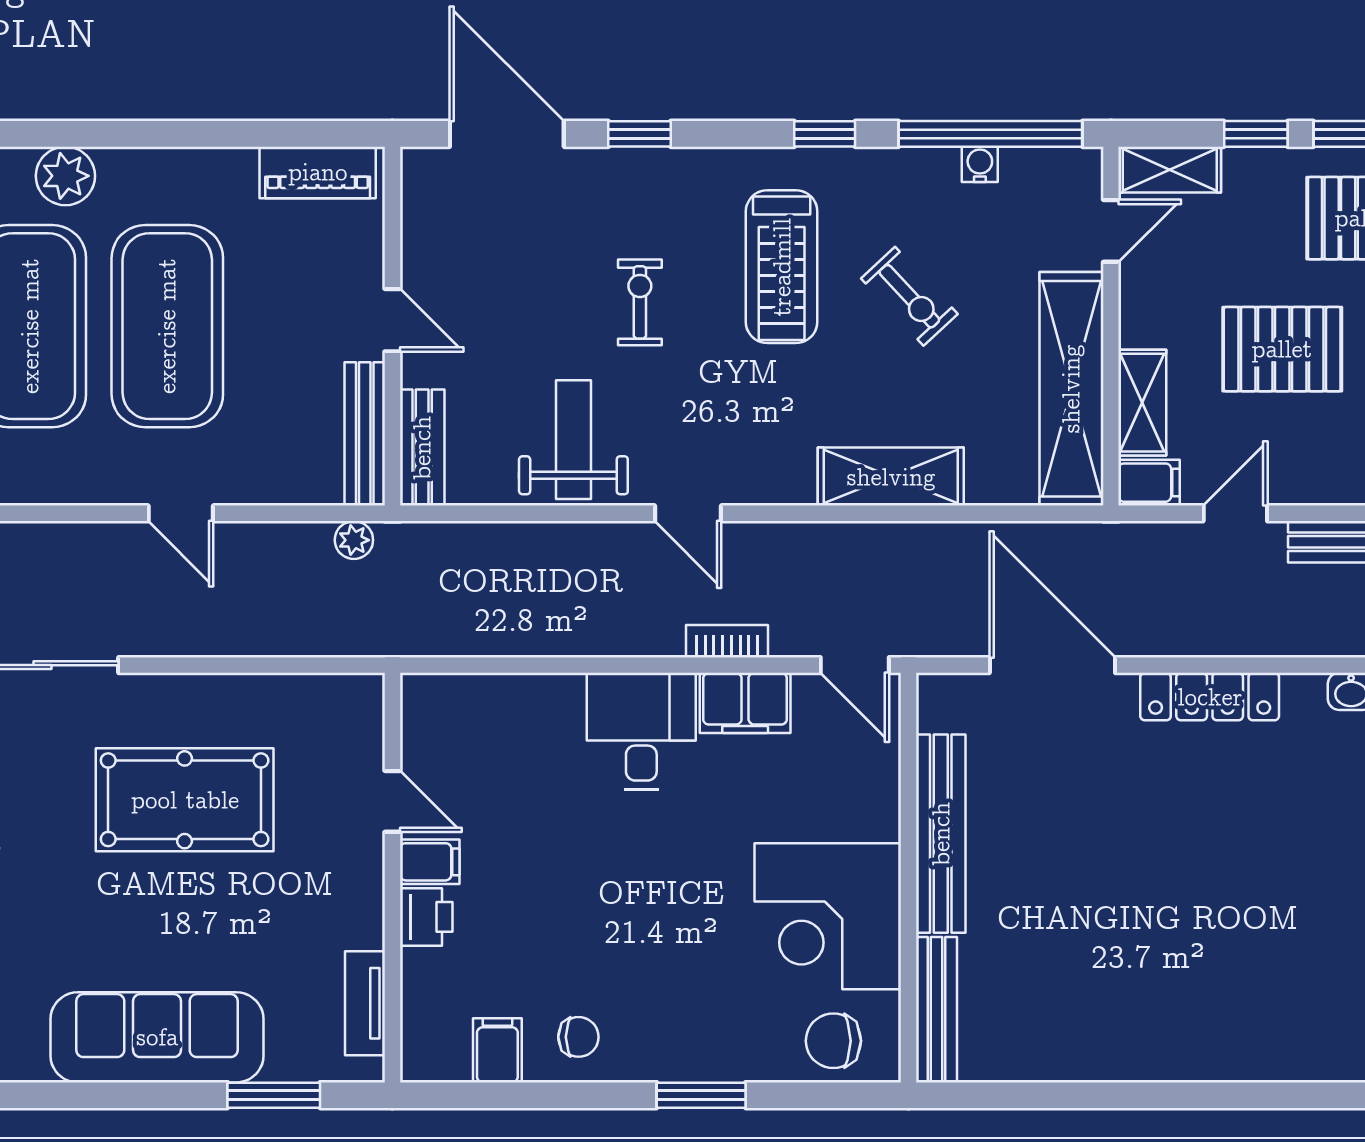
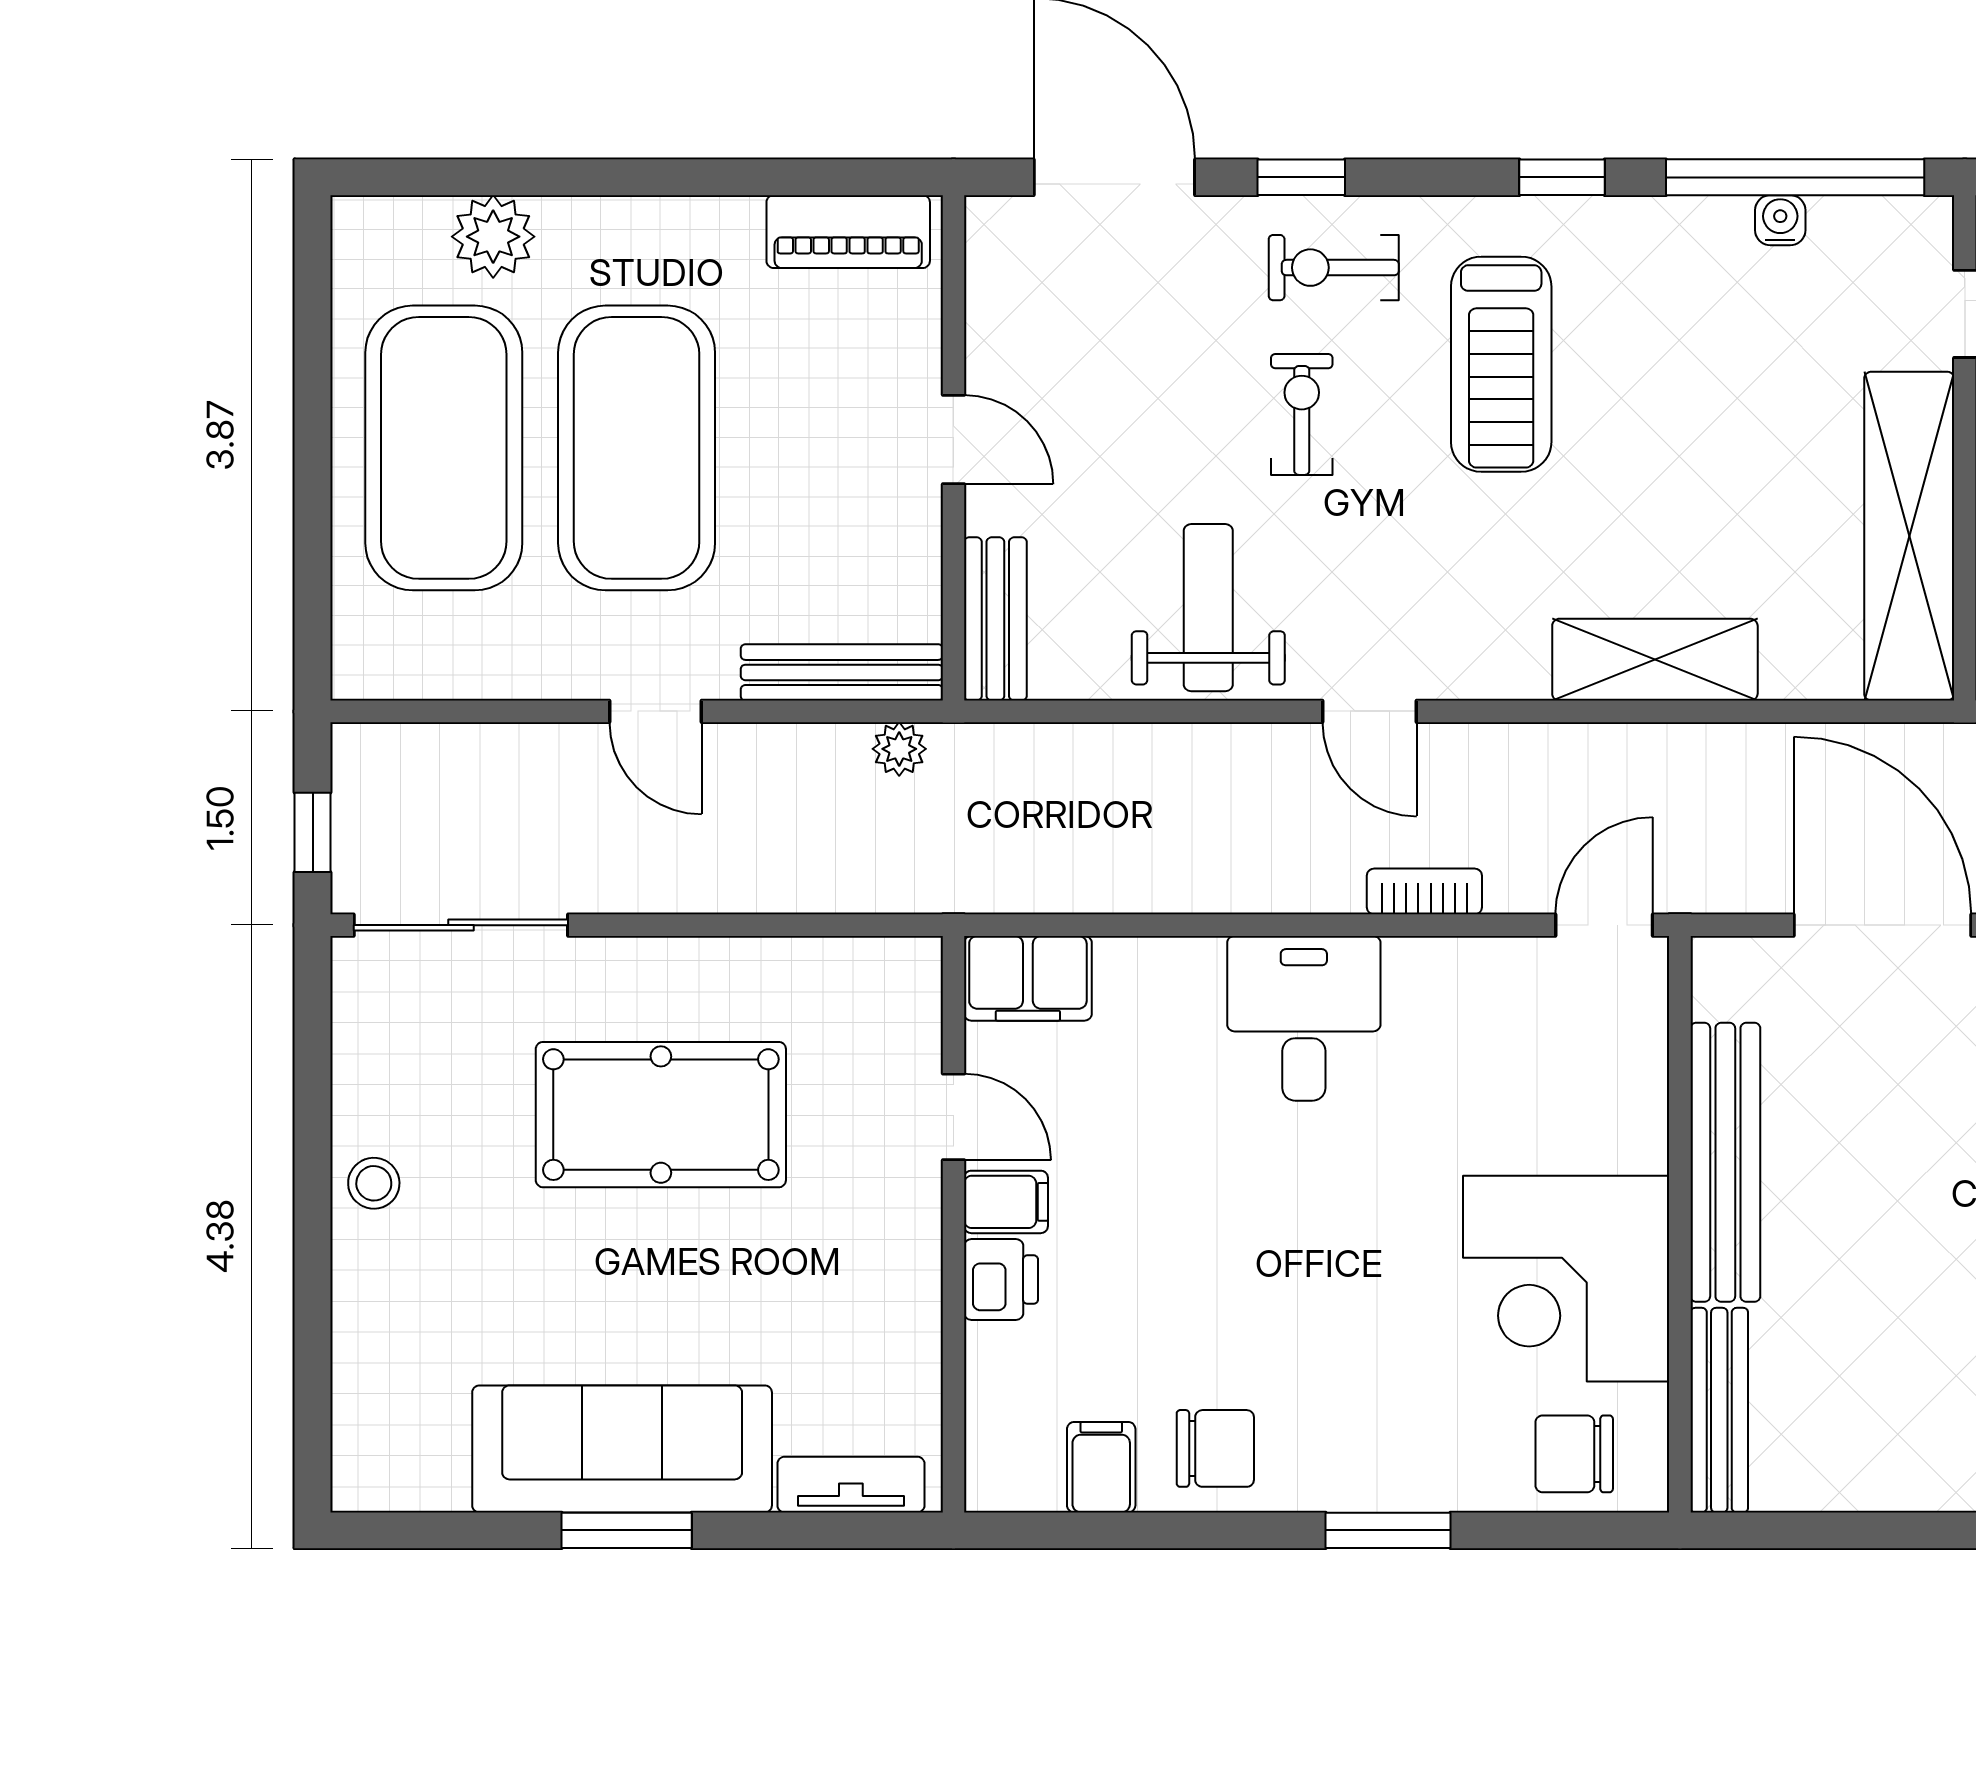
exercise bike: (909, 296) -> (1334, 268), moved, turned 133
bench: (365, 434) -> (842, 672), moved, turned 90
door: (855, 665) -> (1604, 925), swing flipped
filing cabinet: (745, 703) -> (1028, 978), moved
tv unit: (365, 1003) -> (851, 1485), moved, turned 90
chair: (578, 1037) -> (1215, 1448), width x1.37, depth x1.37
window: (274, 1095) -> (627, 1530), moved

